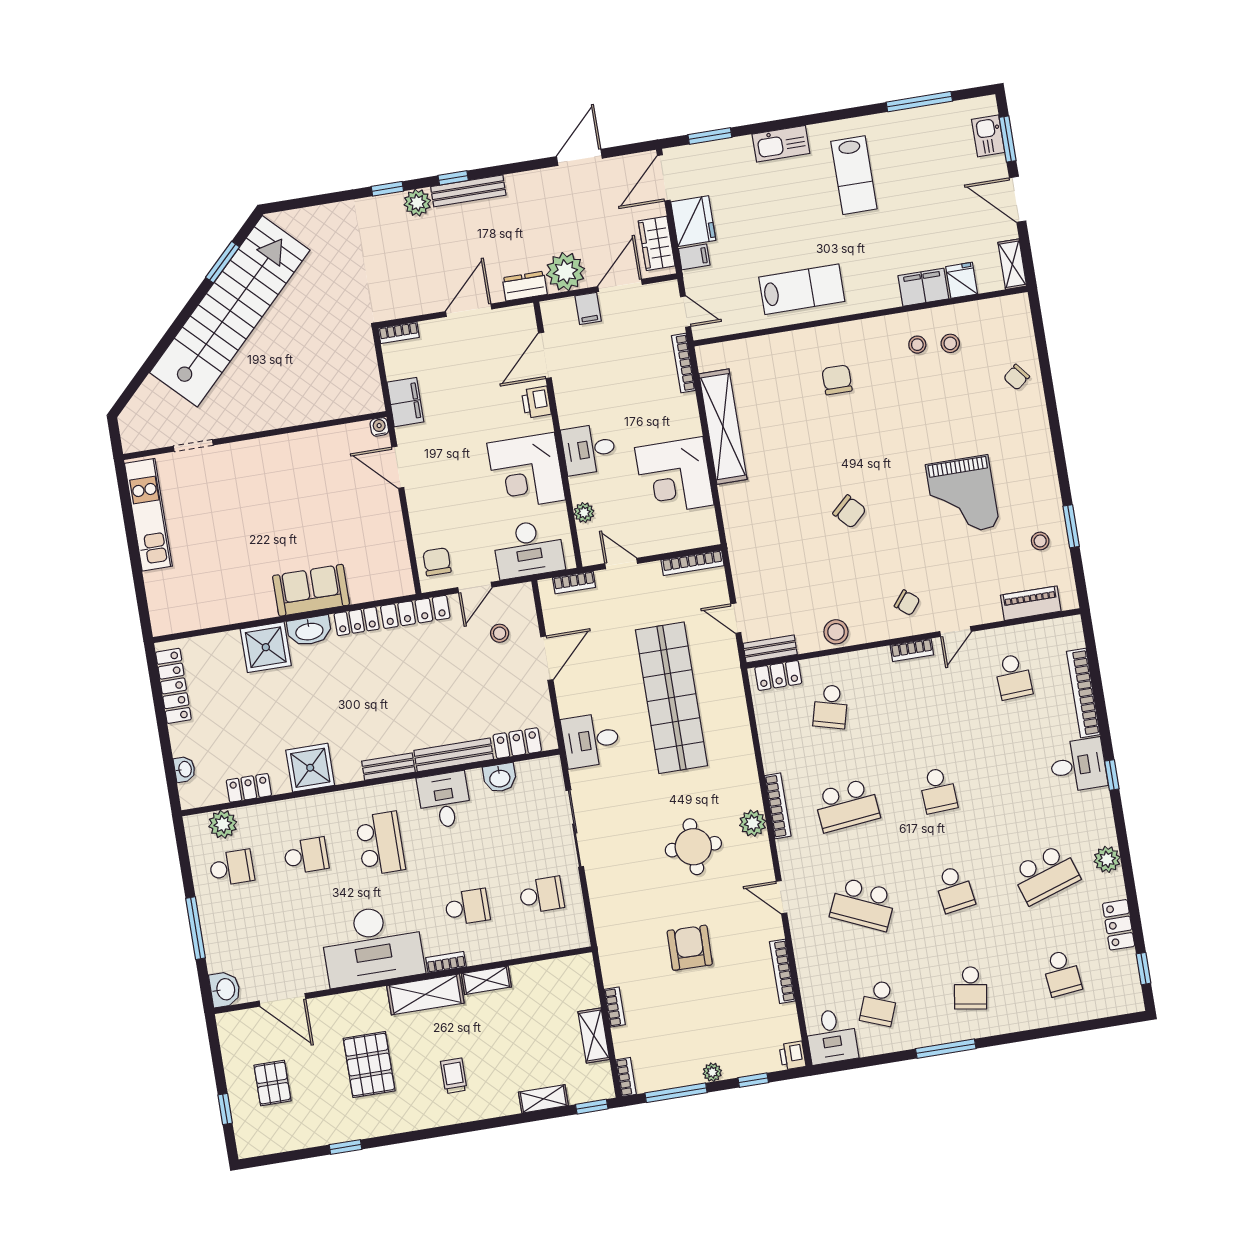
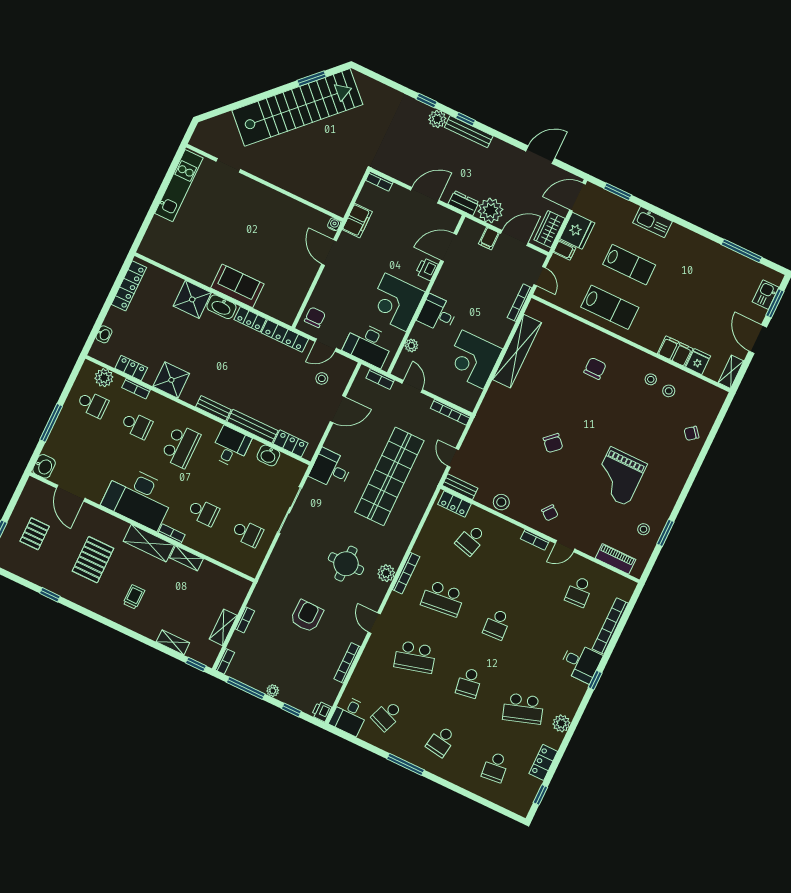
lab bench: (854, 175) -> (629, 265), moved, turned -90
bookcase: (273, 810) -> (136, 389), added
school desk: (863, 904) -> (415, 657), turned -39

